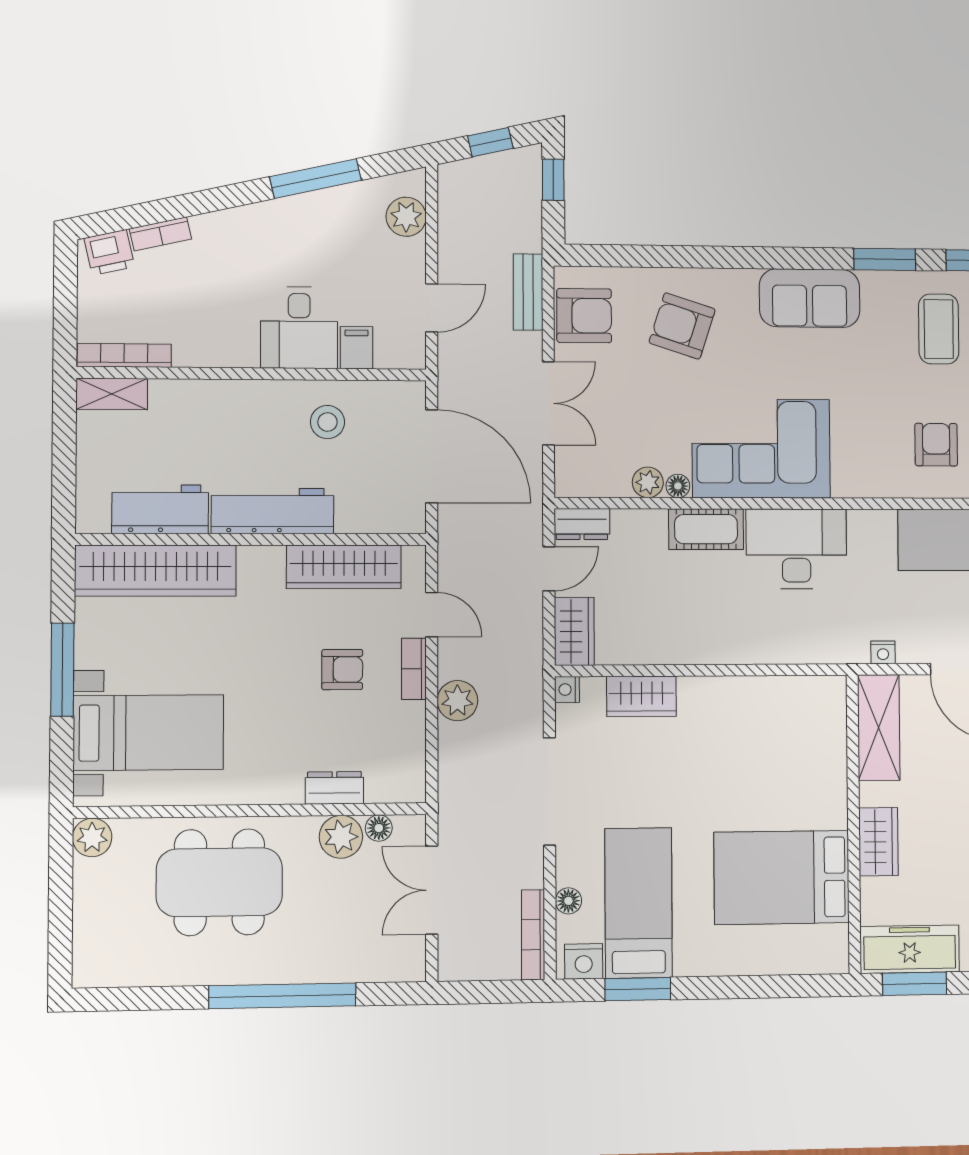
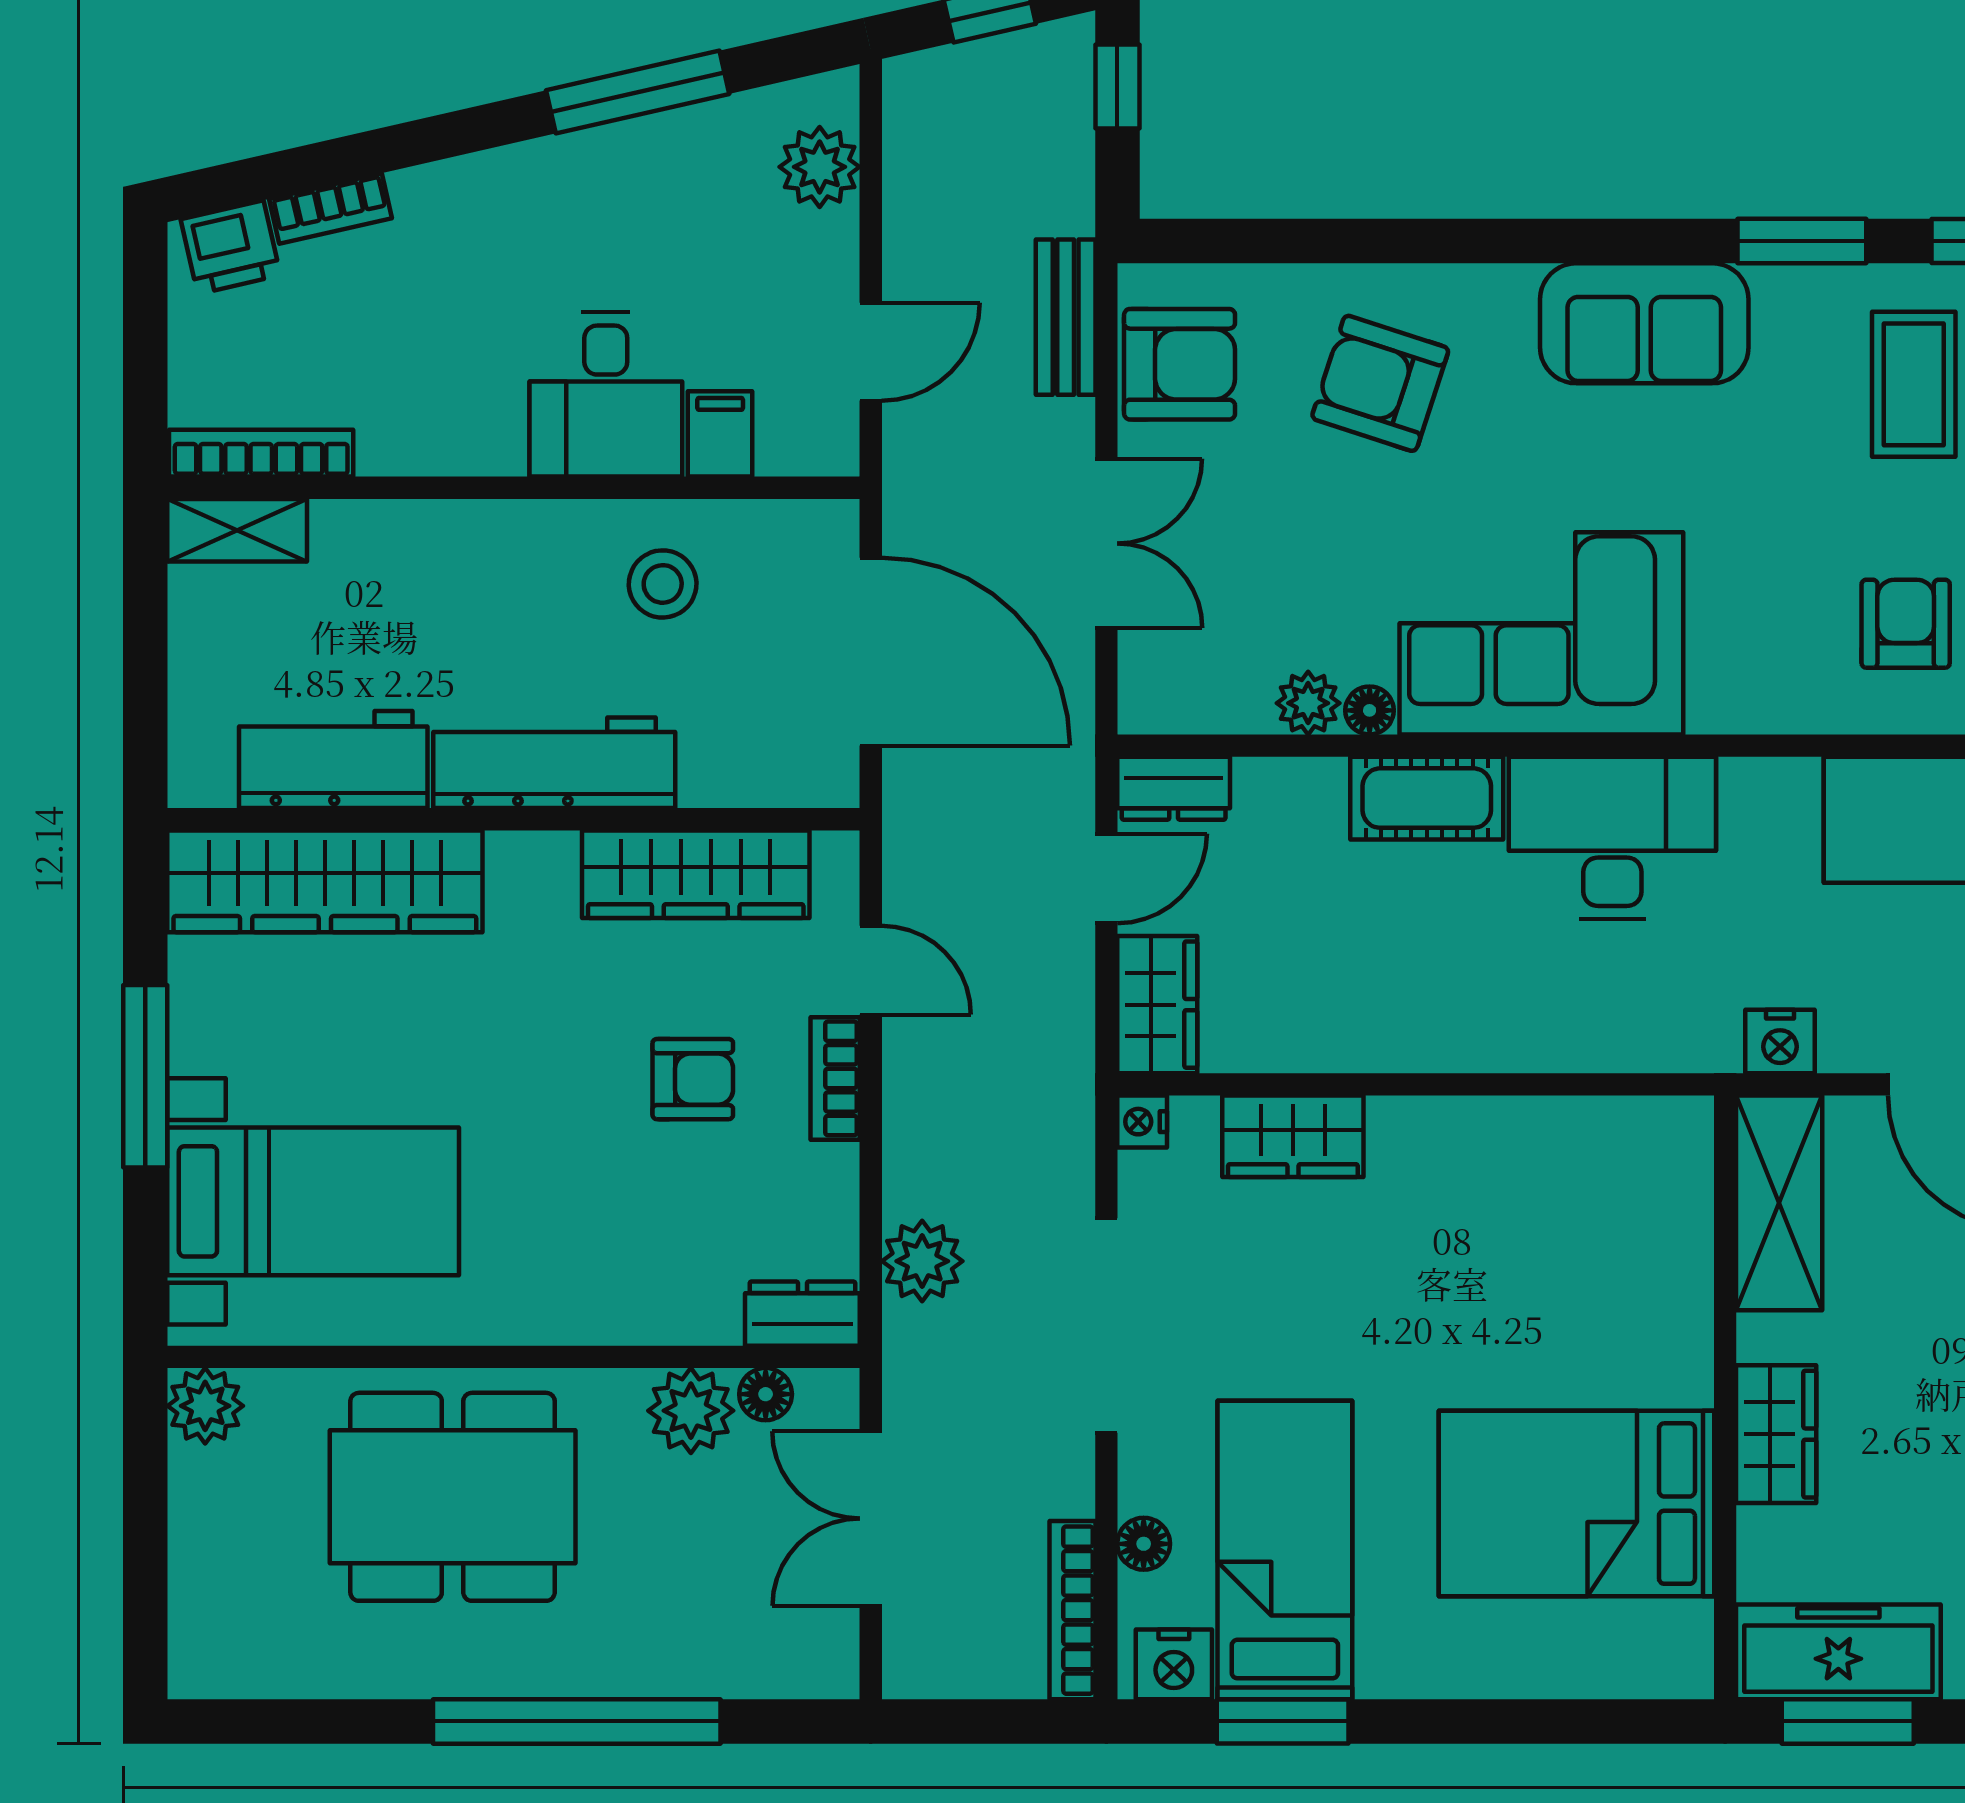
nightstand: (883, 652) -> (1780, 1042), width x1.39, depth x1.35
plant: (457, 701) -> (922, 1261), moved
dresser: (334, 788) -> (802, 1314), moved

